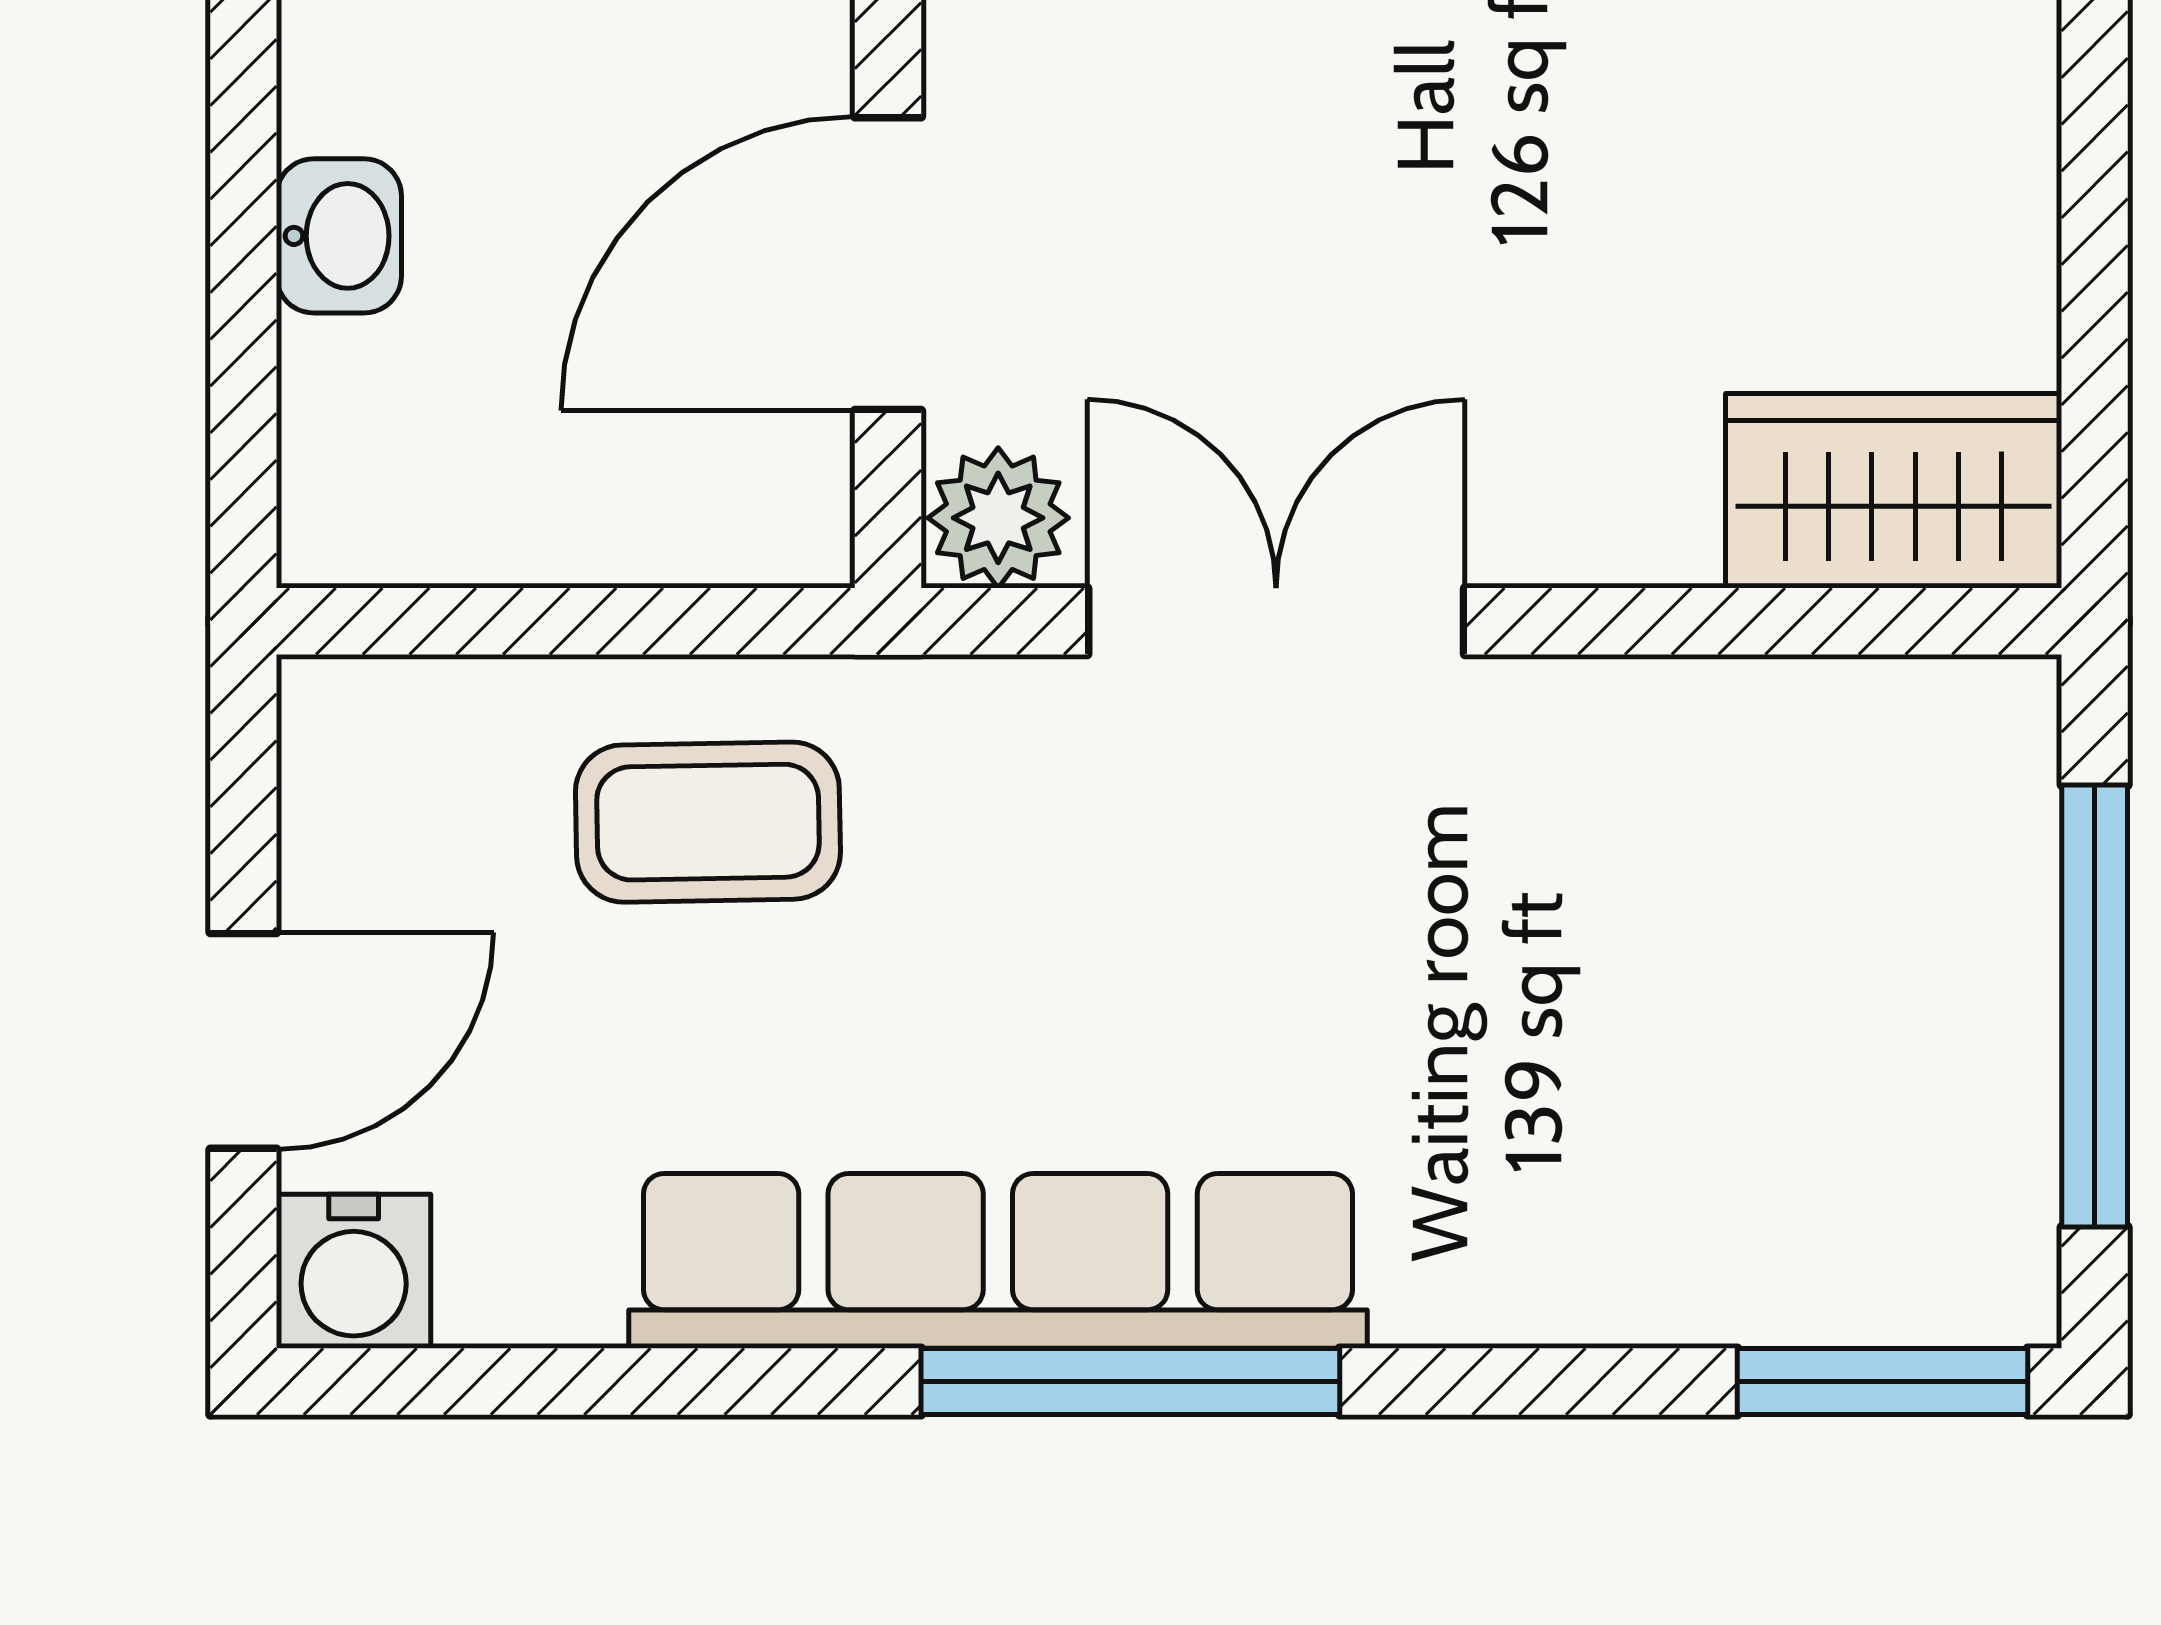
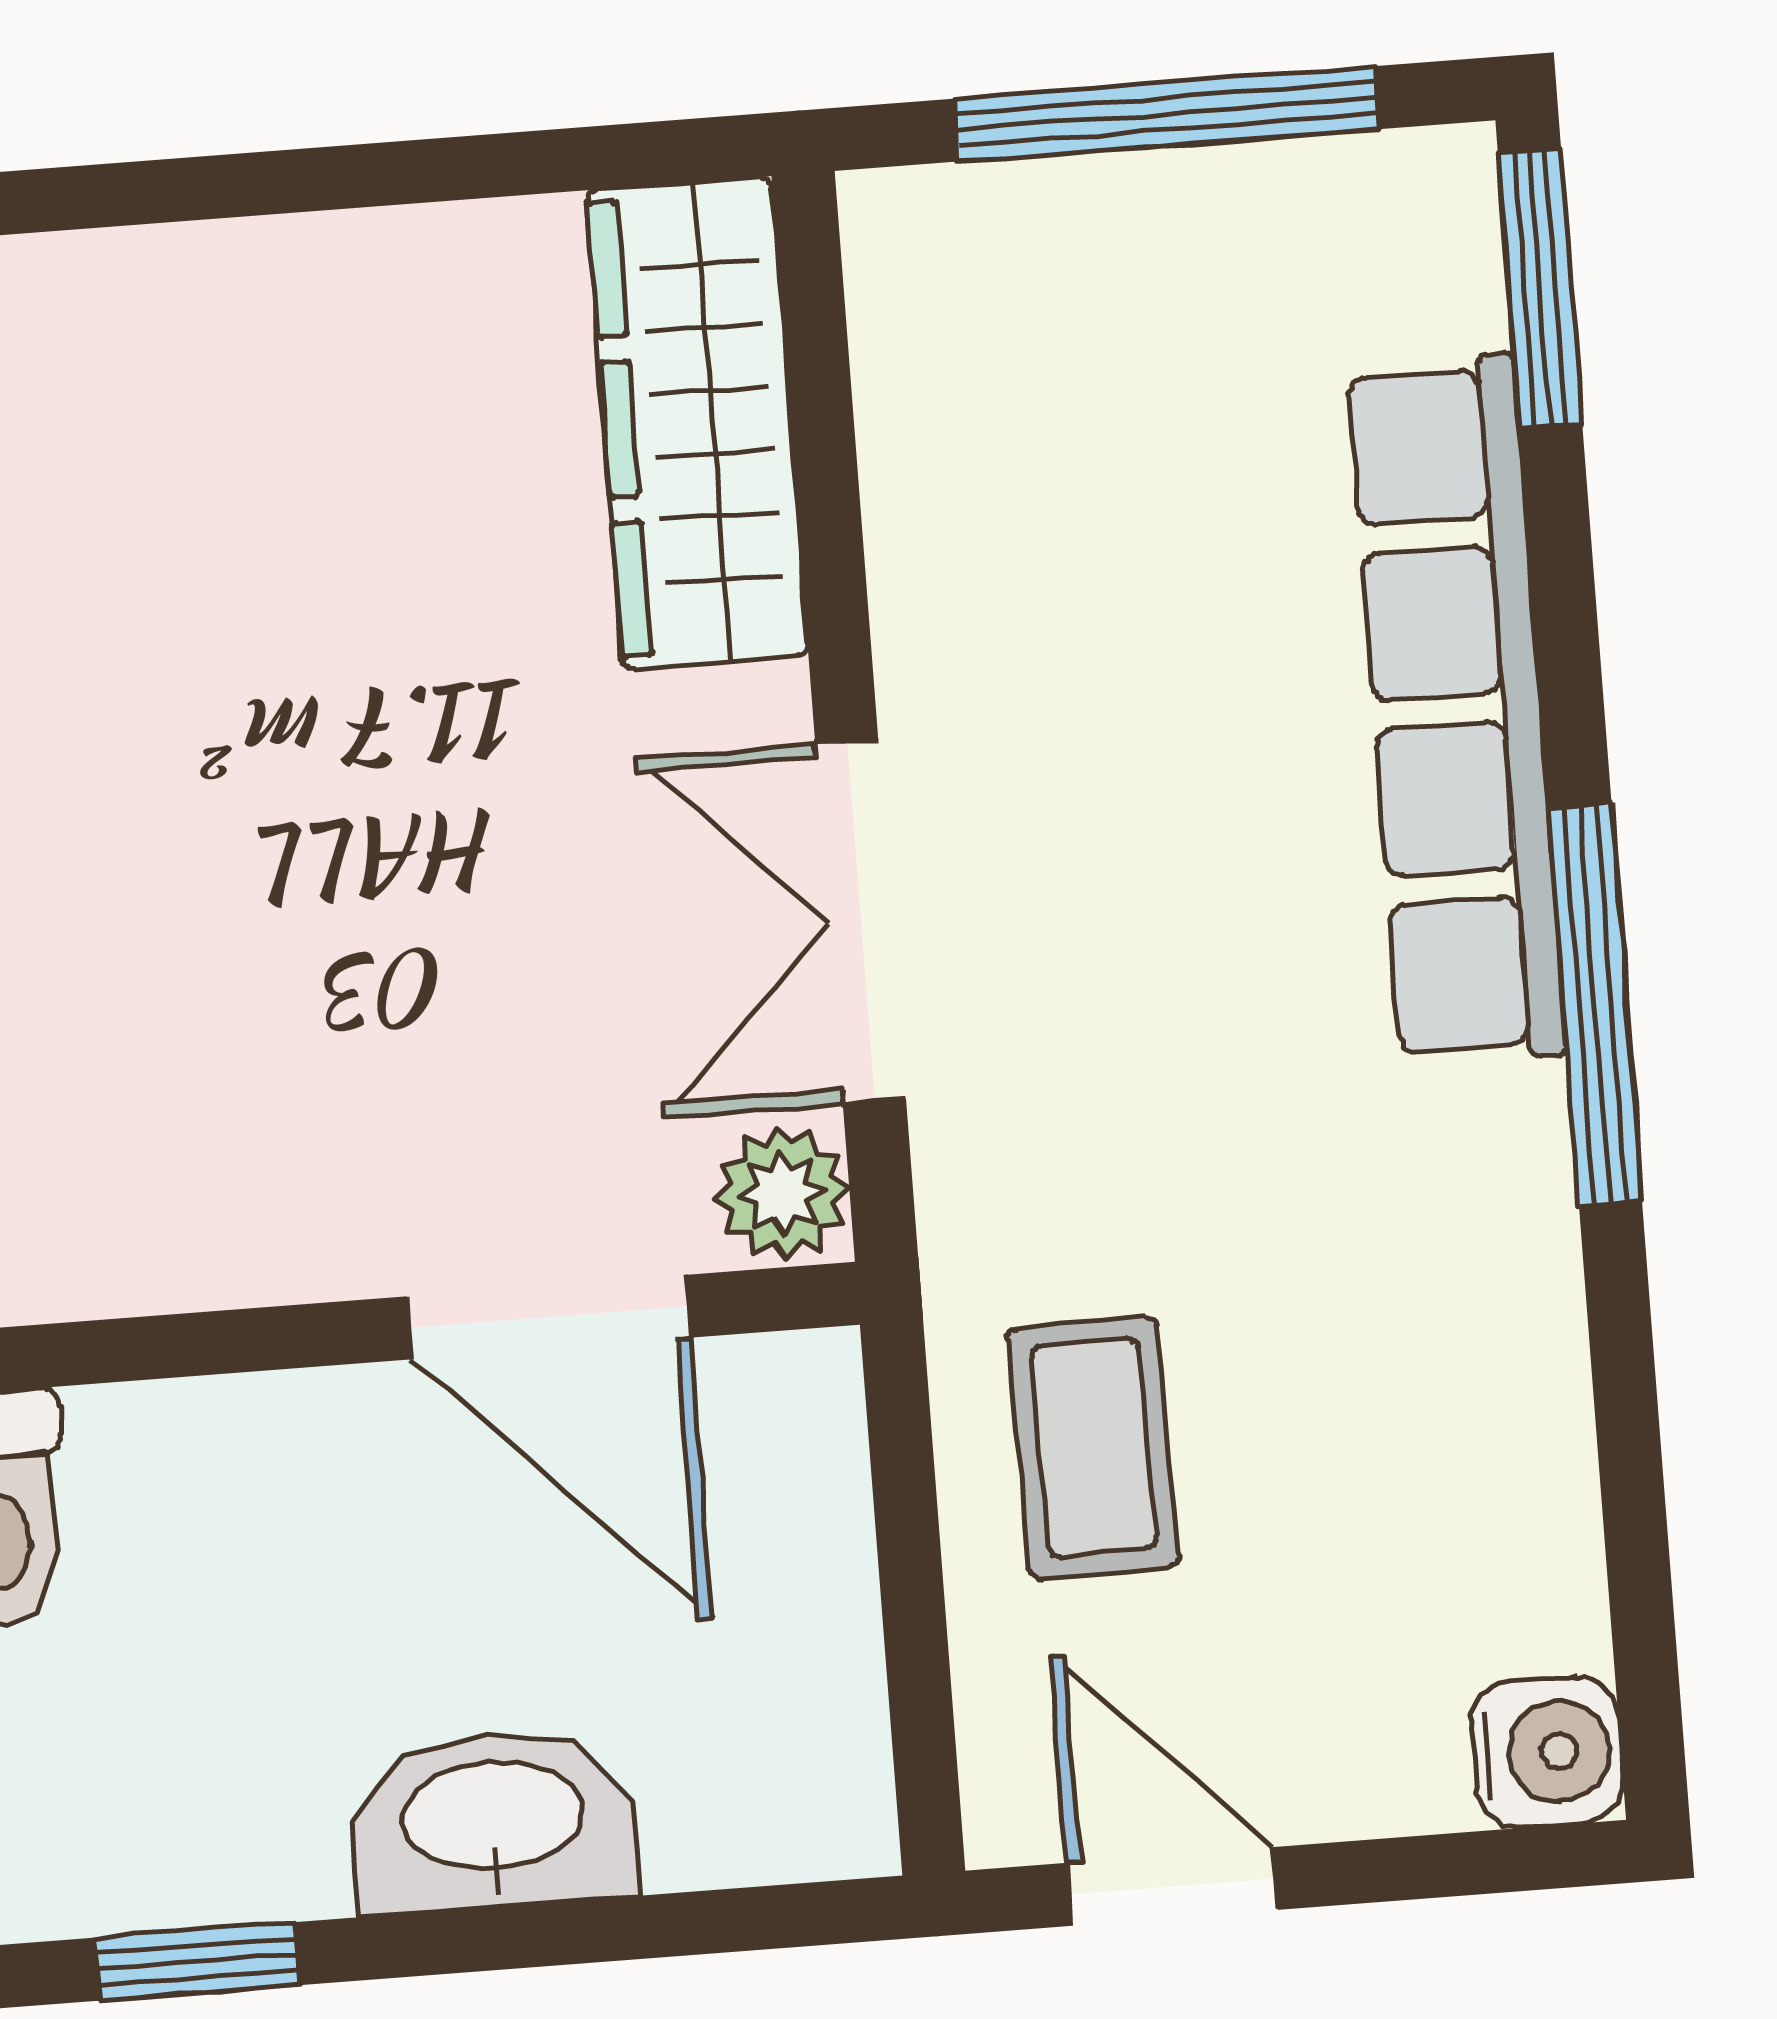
washbasin: (339, 236) -> (493, 1820), width x1.91, depth x1.45
wardrobe: (1894, 491) -> (697, 423), width x1.50
door: (243, 1041) -> (1172, 1886), moved
row of seats: (998, 1261) -> (1457, 710), moved

